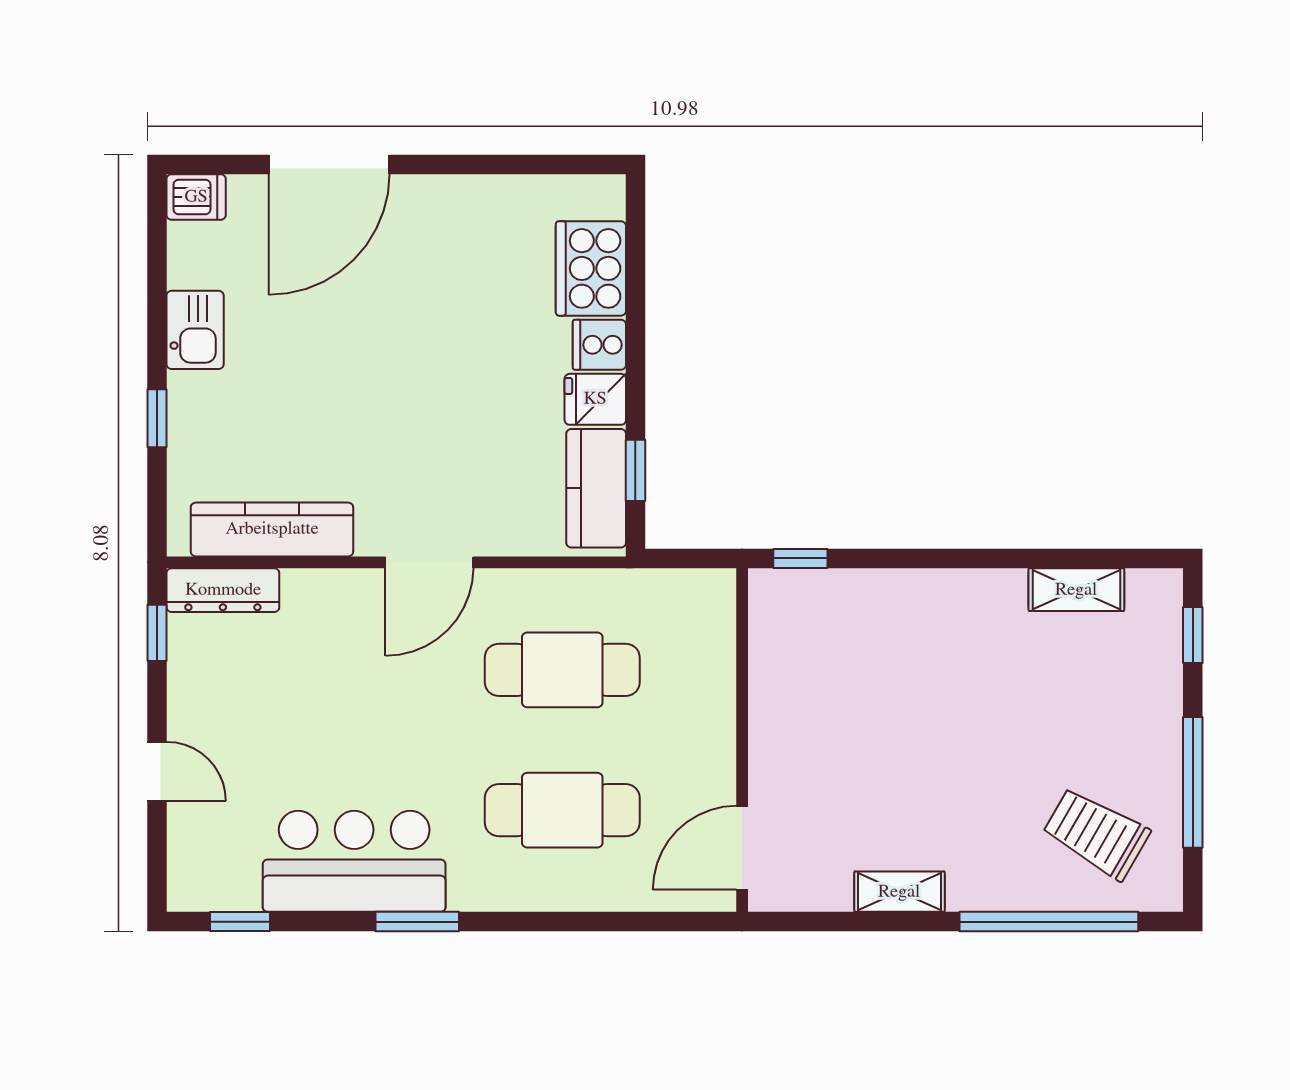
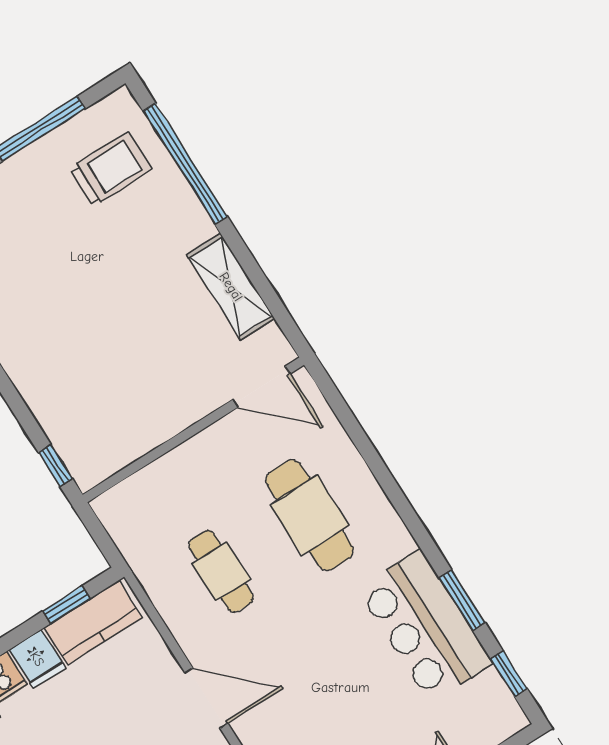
cafe table: (562, 670) -> (221, 571), width x0.73, depth x0.74
trolley: (1096, 833) -> (111, 169), turned -120
shelving: (899, 892) -> (231, 287), width x1.50, depth x1.33
window: (417, 922) -> (462, 600), moved

